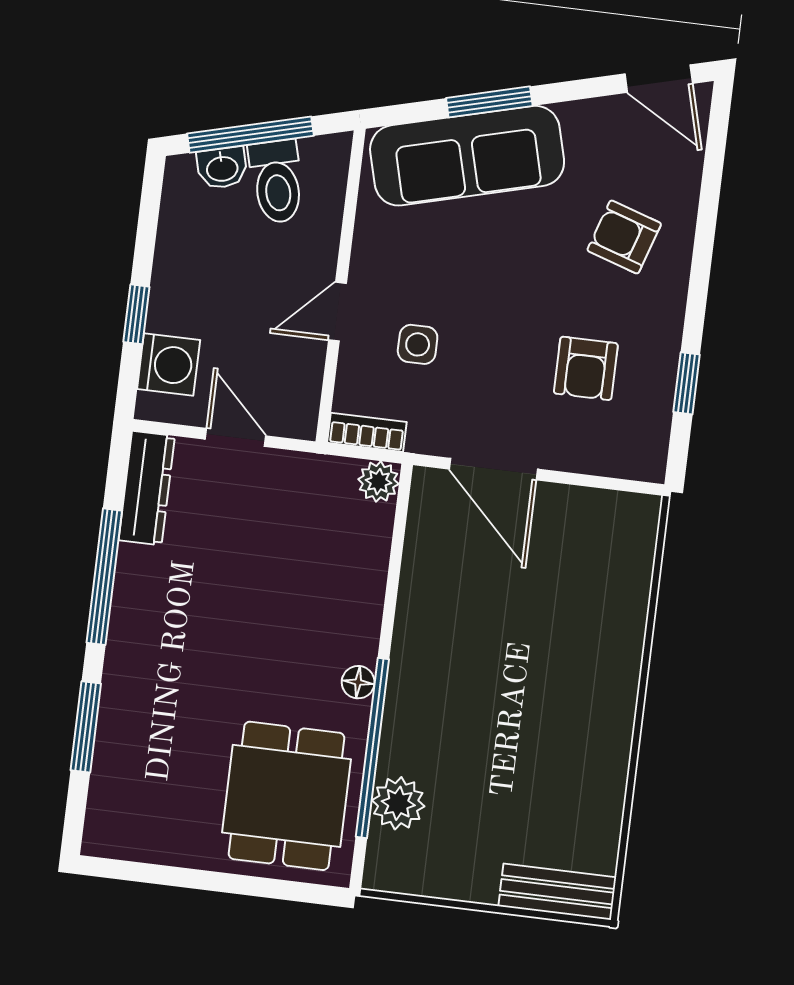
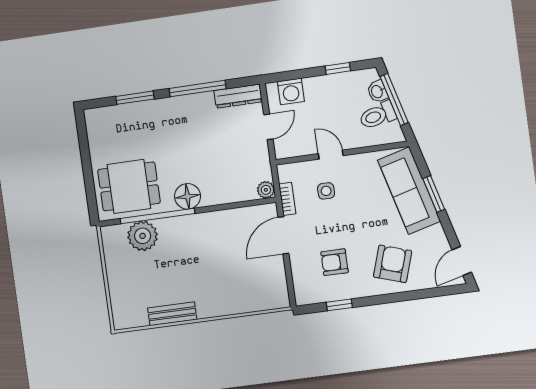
armchair: (624, 237) -> (393, 264), width x1.38, depth x1.38
window: (136, 314) -> (338, 68), moved
bookcase: (367, 432) -> (287, 199), moved
floor lamp: (358, 682) -> (188, 196), width x1.89, depth x1.89
plant: (398, 803) -> (143, 236), width x1.36, depth x1.36
bench: (557, 892) -> (172, 314), moved, turned 90

